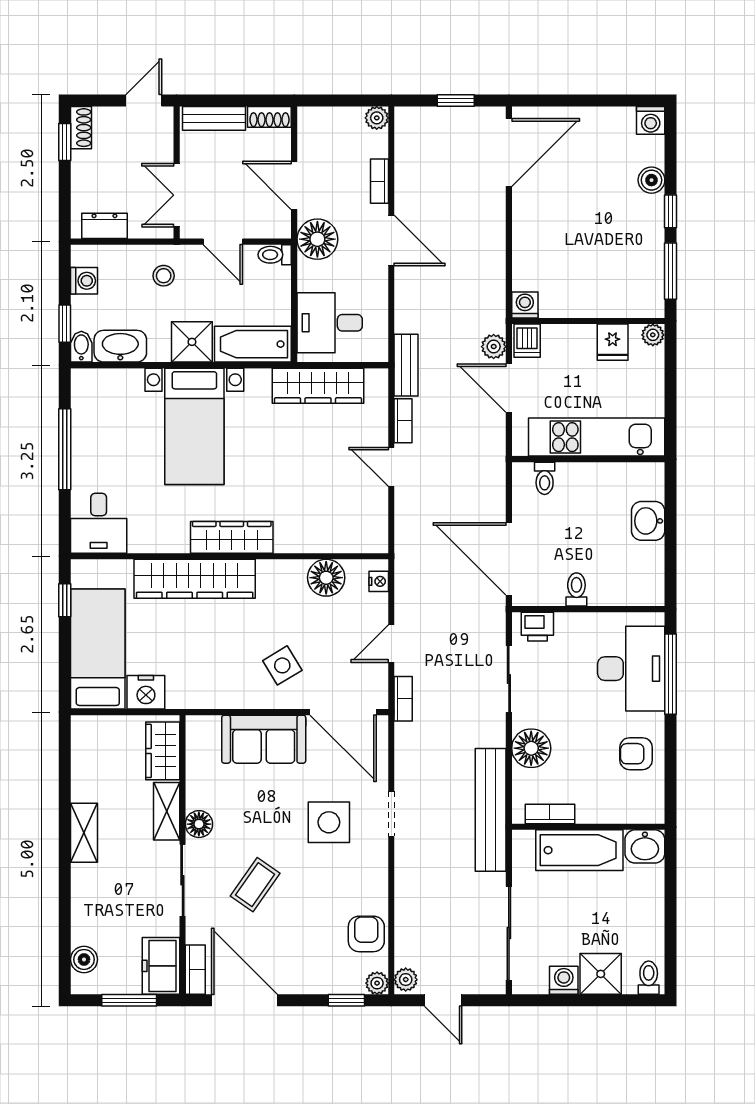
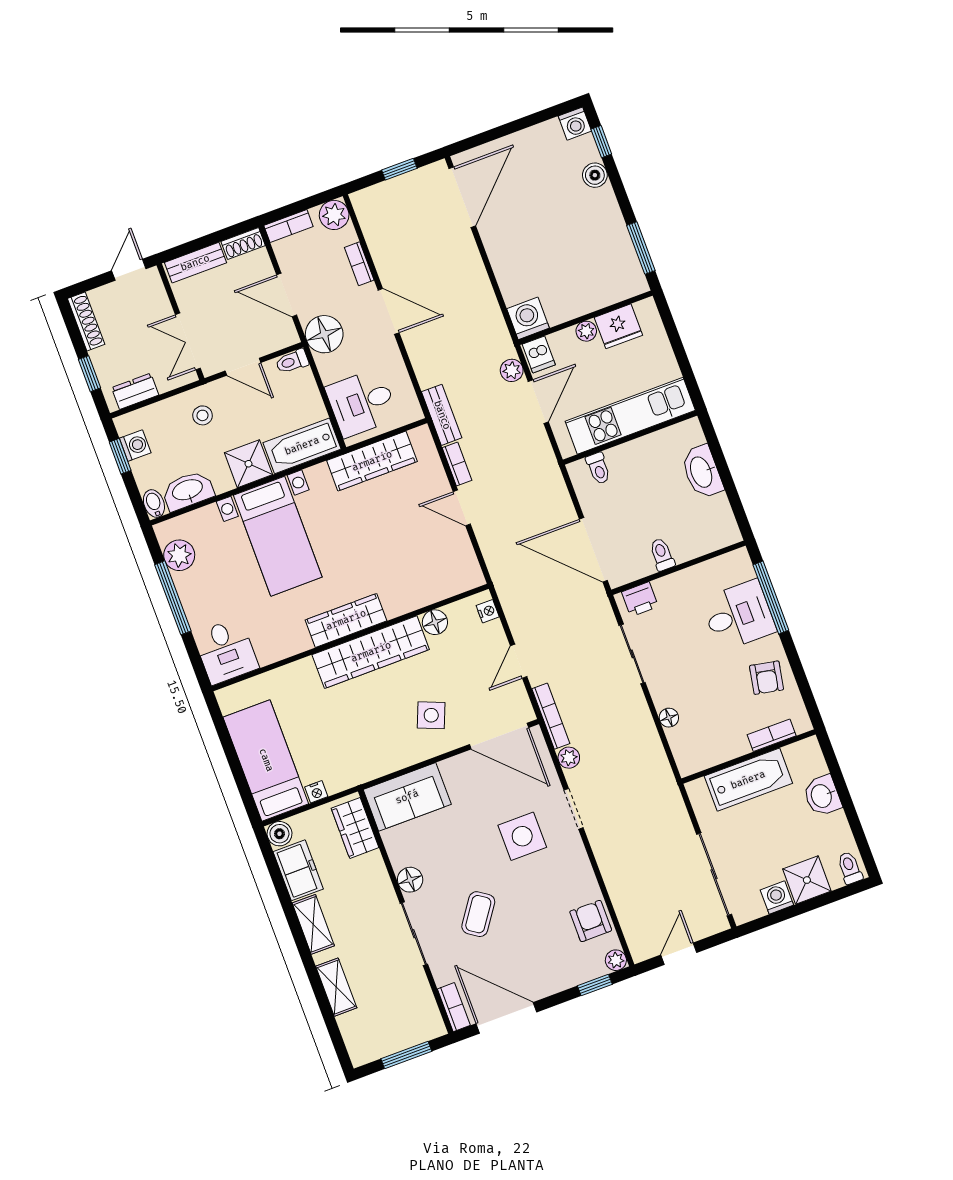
bookcase: (322, 116) -> (288, 226), added
plant: (377, 118) -> (334, 215), width x1.38, depth x1.38
shoe rack: (81, 128) -> (86, 321), width x1.43
window: (65, 142) -> (89, 374), moved
window: (671, 211) -> (601, 142), moved
washing machine: (525, 305) -> (528, 318), width x1.38, depth x1.38
window: (65, 324) -> (120, 456), moved
plant: (653, 335) -> (586, 331), moved
fridge: (613, 342) -> (618, 326), width x1.38
door: (509, 388) -> (538, 402), swing flipped
plant: (87, 409) -> (179, 555), added
washbasin: (648, 521) -> (702, 472), width x1.38
floor lamp: (326, 578) -> (435, 622), width x0.73, depth x0.73
wardrobe: (195, 579) -> (371, 652), moved
window: (65, 600) -> (222, 729), removed
side table: (282, 665) -> (431, 715), turned -37
desk: (631, 669) -> (739, 615), width x0.73
nightstand: (146, 692) -> (316, 792), width x0.53, depth x0.56
bookcase: (403, 699) -> (551, 716), width x1.56
sofa: (264, 739) -> (407, 797), moved
floor lamp: (531, 748) -> (669, 718), width x0.53, depth x0.53
armchair: (636, 754) -> (767, 678), turned -79
bench: (491, 810) -> (658, 773), removed
shelving: (167, 811) -> (336, 987), moved
bookcase: (550, 814) -> (772, 735), moved
washbasin: (645, 846) -> (822, 796), moved, turned 90
boiler: (84, 959) -> (279, 834), moved
freezer: (161, 966) -> (298, 870), moved, turned 180
plant: (406, 980) -> (569, 758), moved
door: (443, 1000) -> (679, 954), swing flipped

